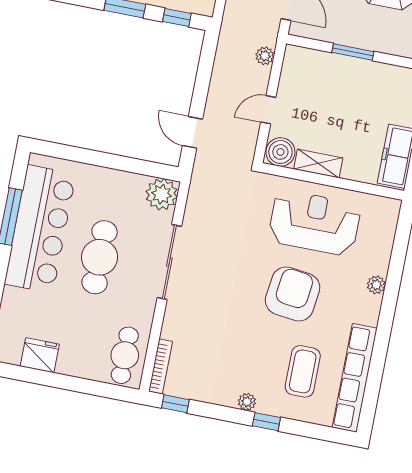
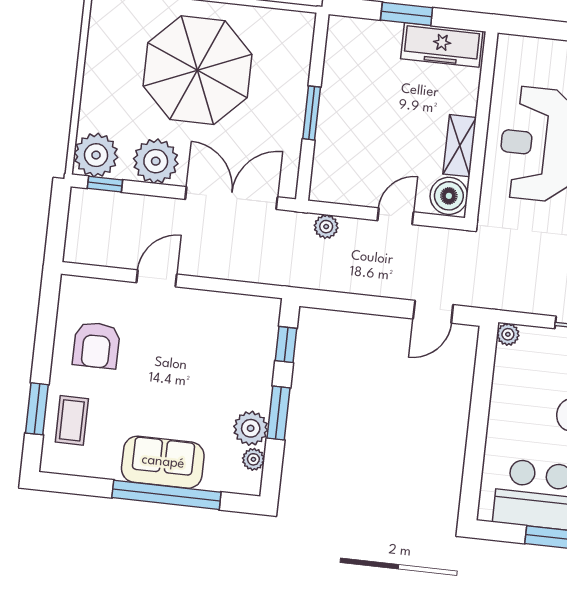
door: (268, 110) -> (395, 216), swing flipped
plant: (162, 194) -> (508, 334), width x0.53, depth x0.53

